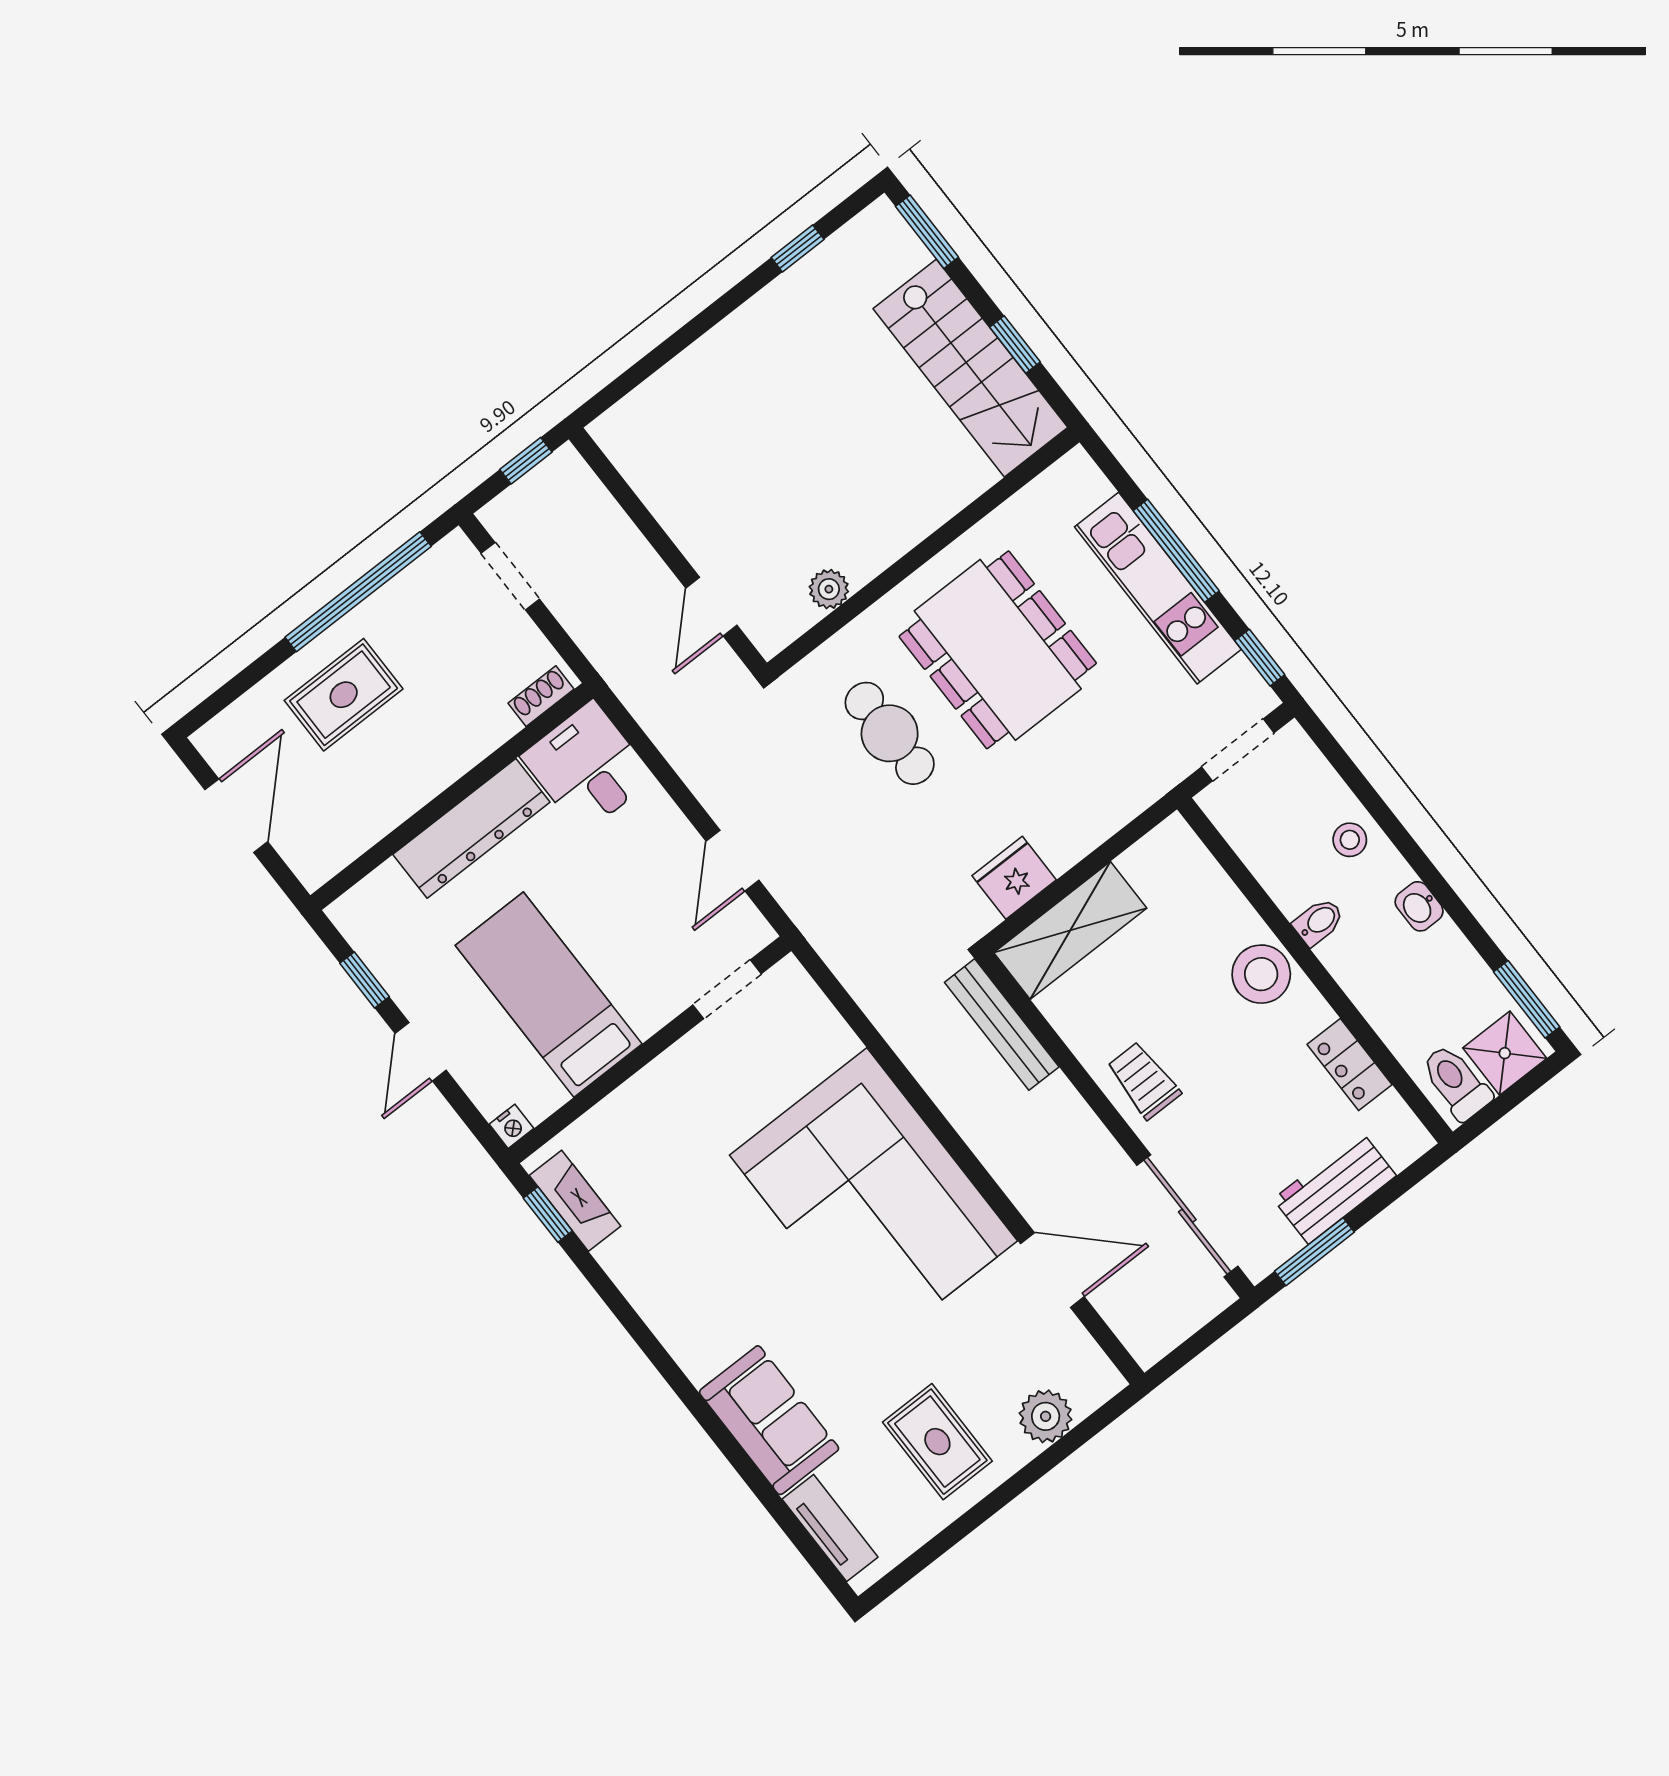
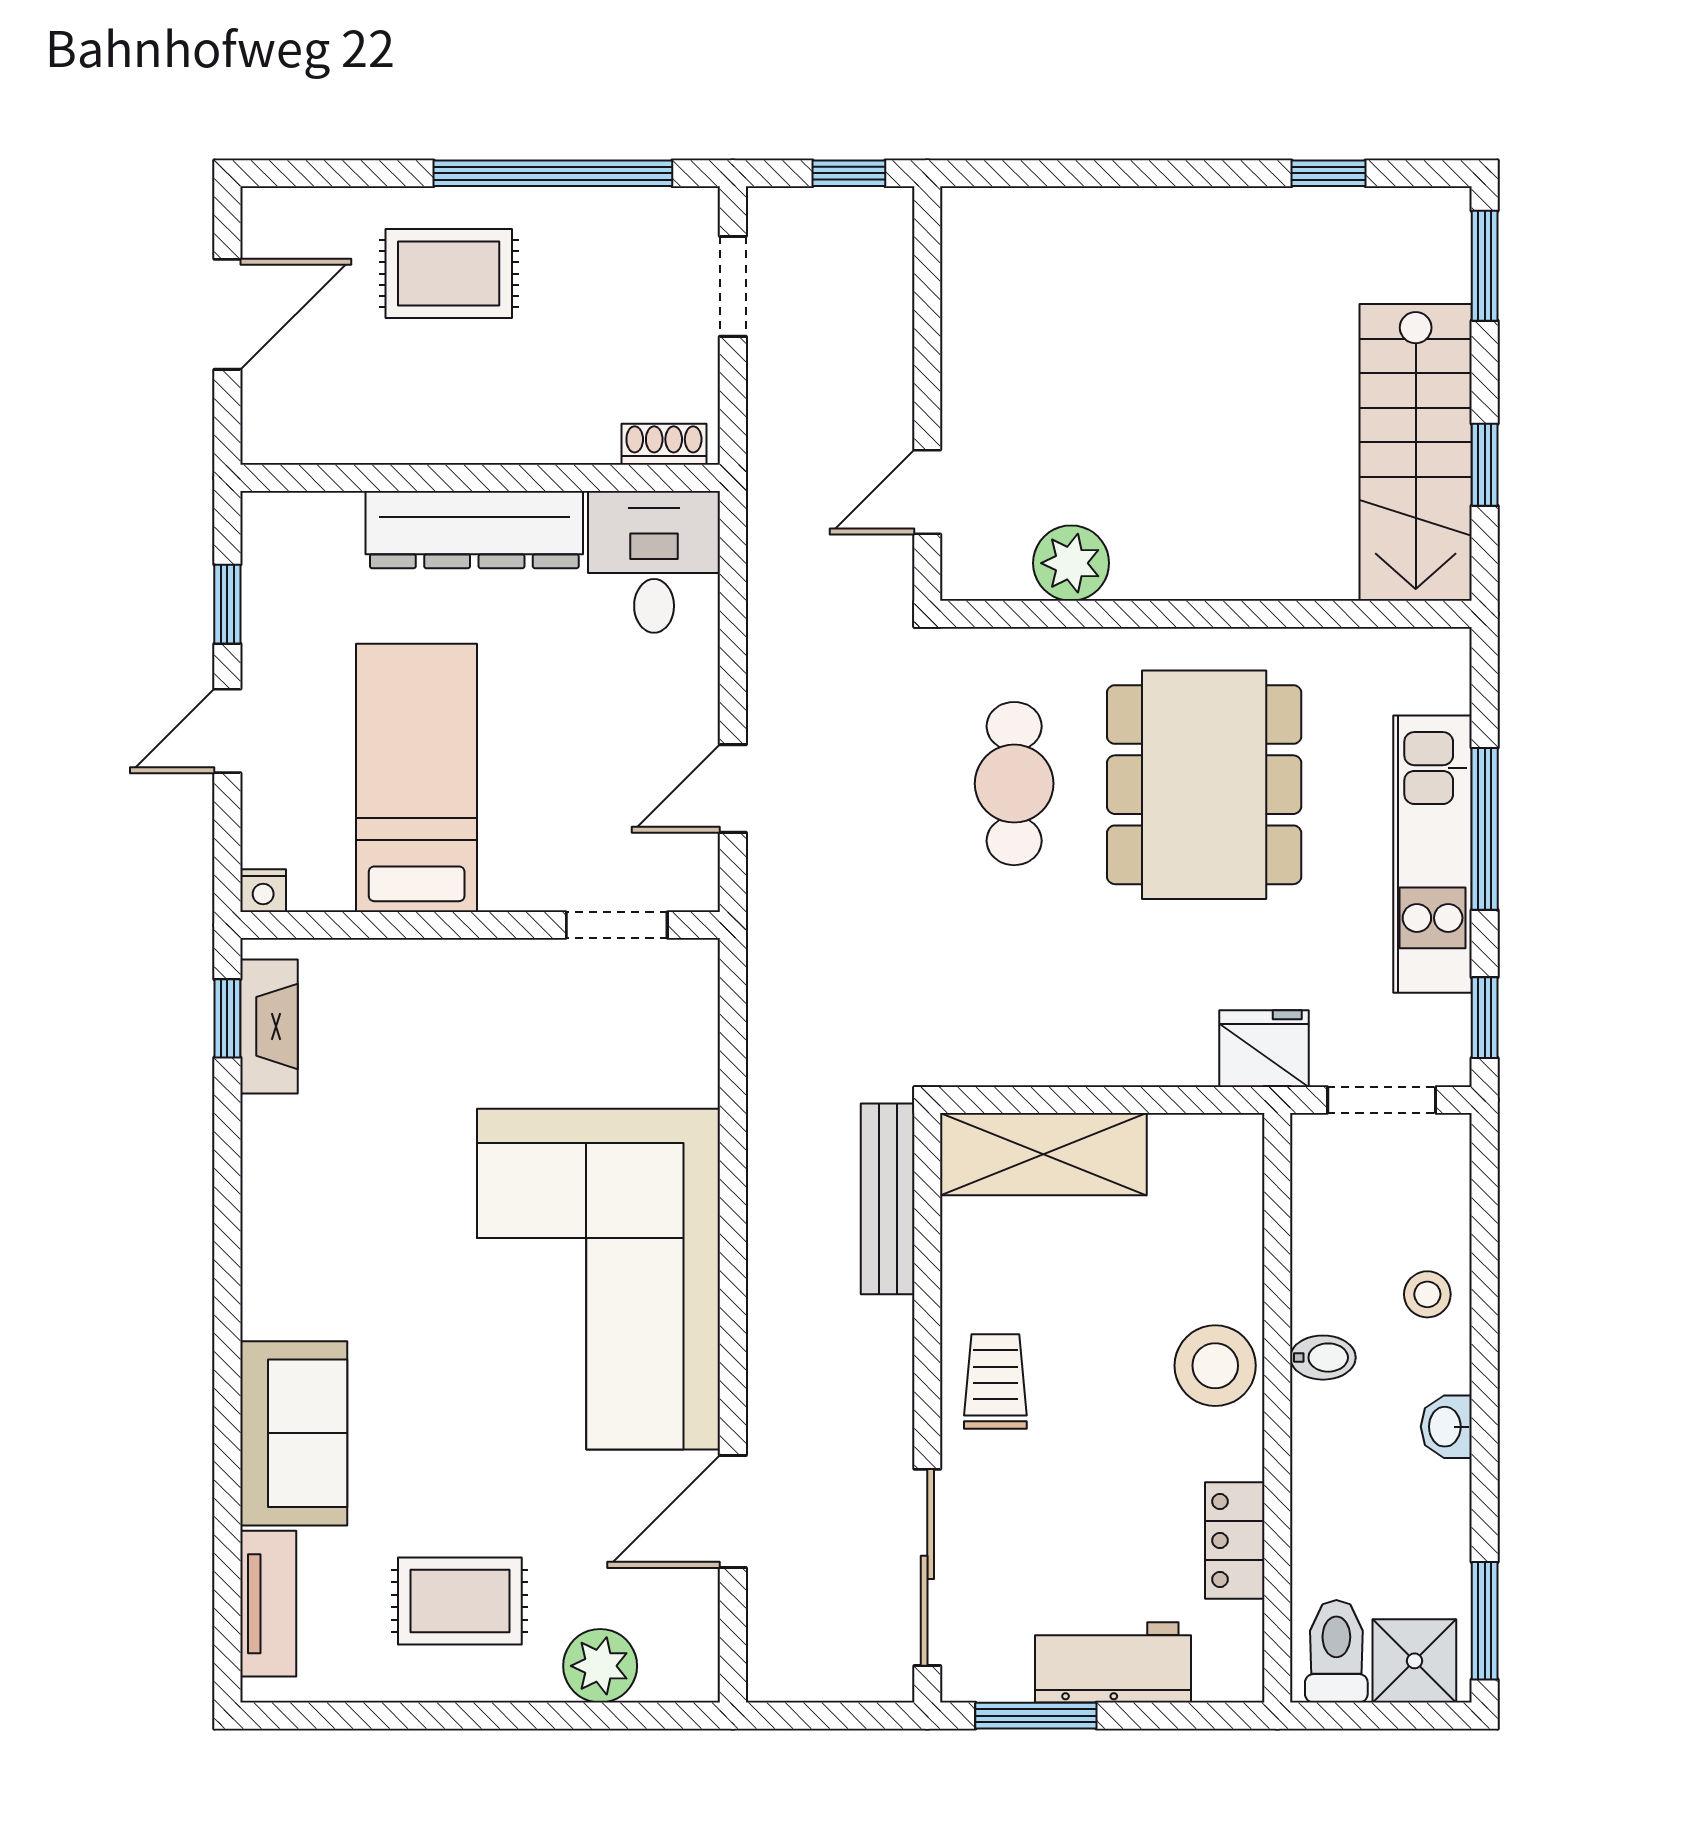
plant: (829, 589) -> (1071, 563), width x1.38, depth x1.38
fridge: (1014, 878) -> (1264, 1049), moved
door: (1052, 1270) -> (733, 1511), swing flipped
rug: (937, 1442) -> (460, 1601), turned 90

